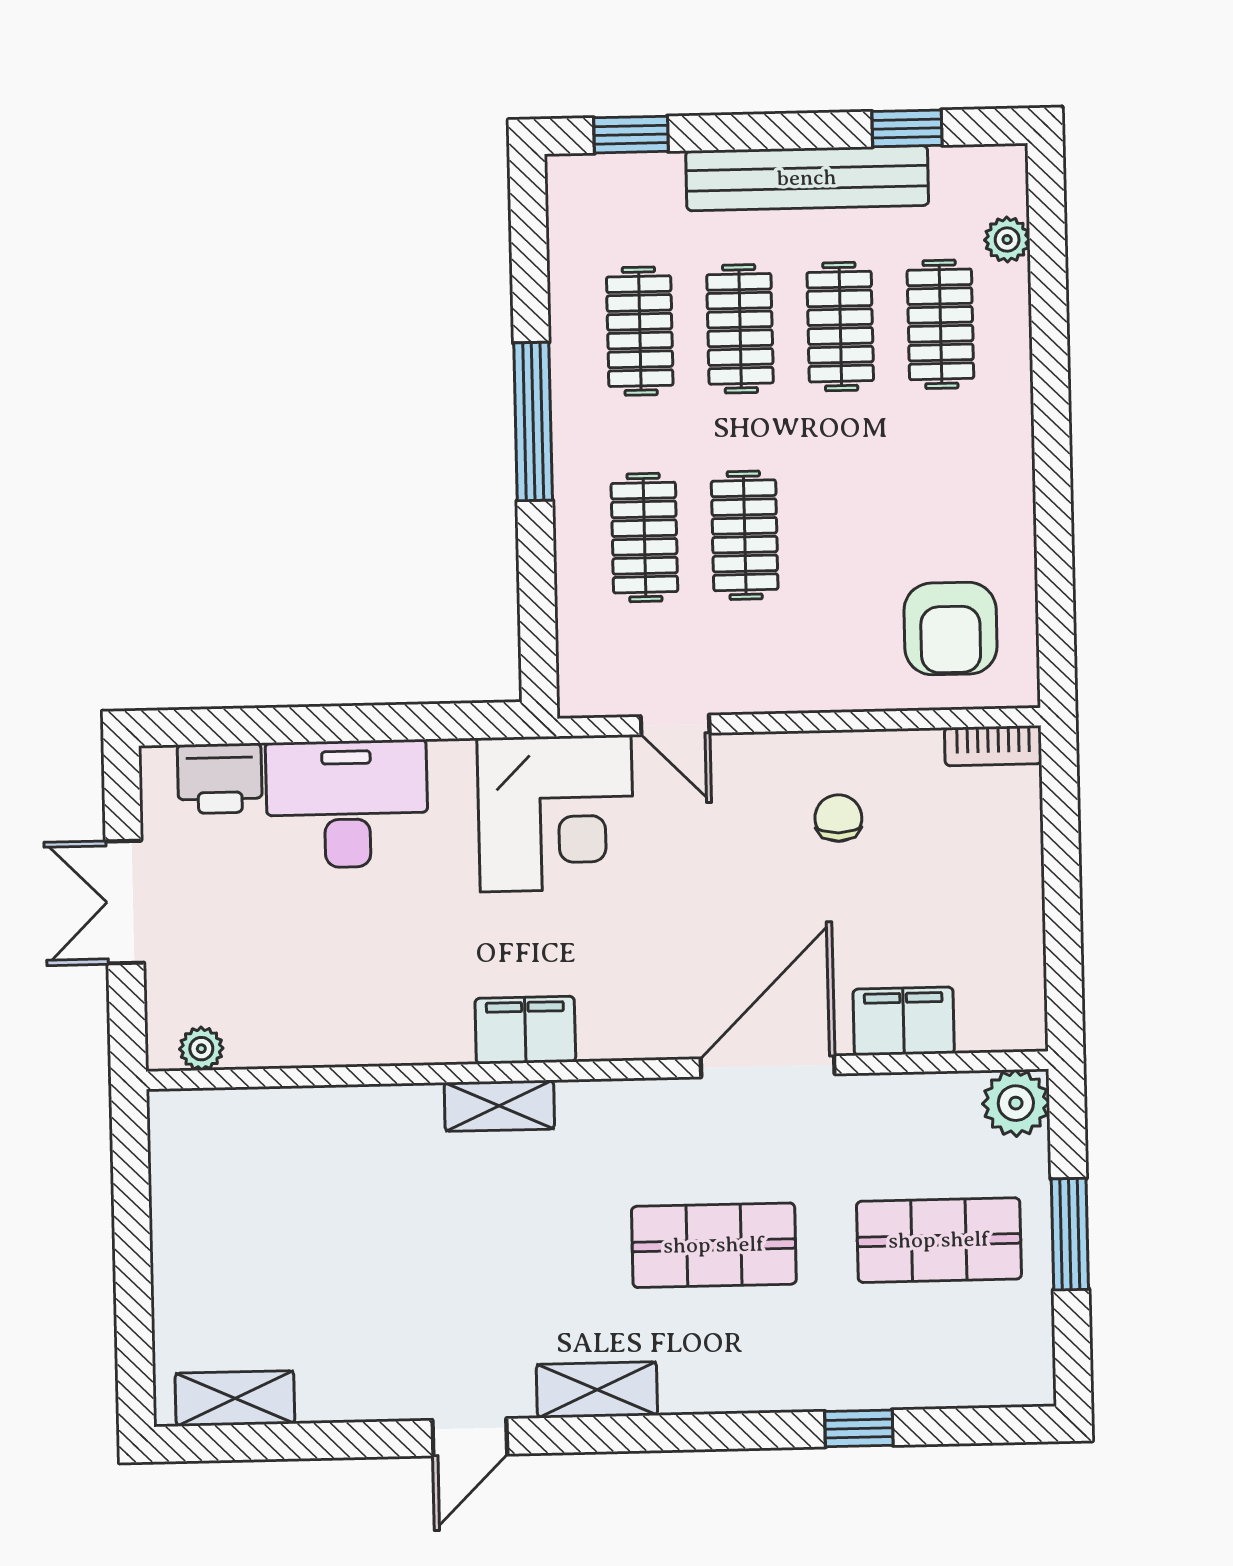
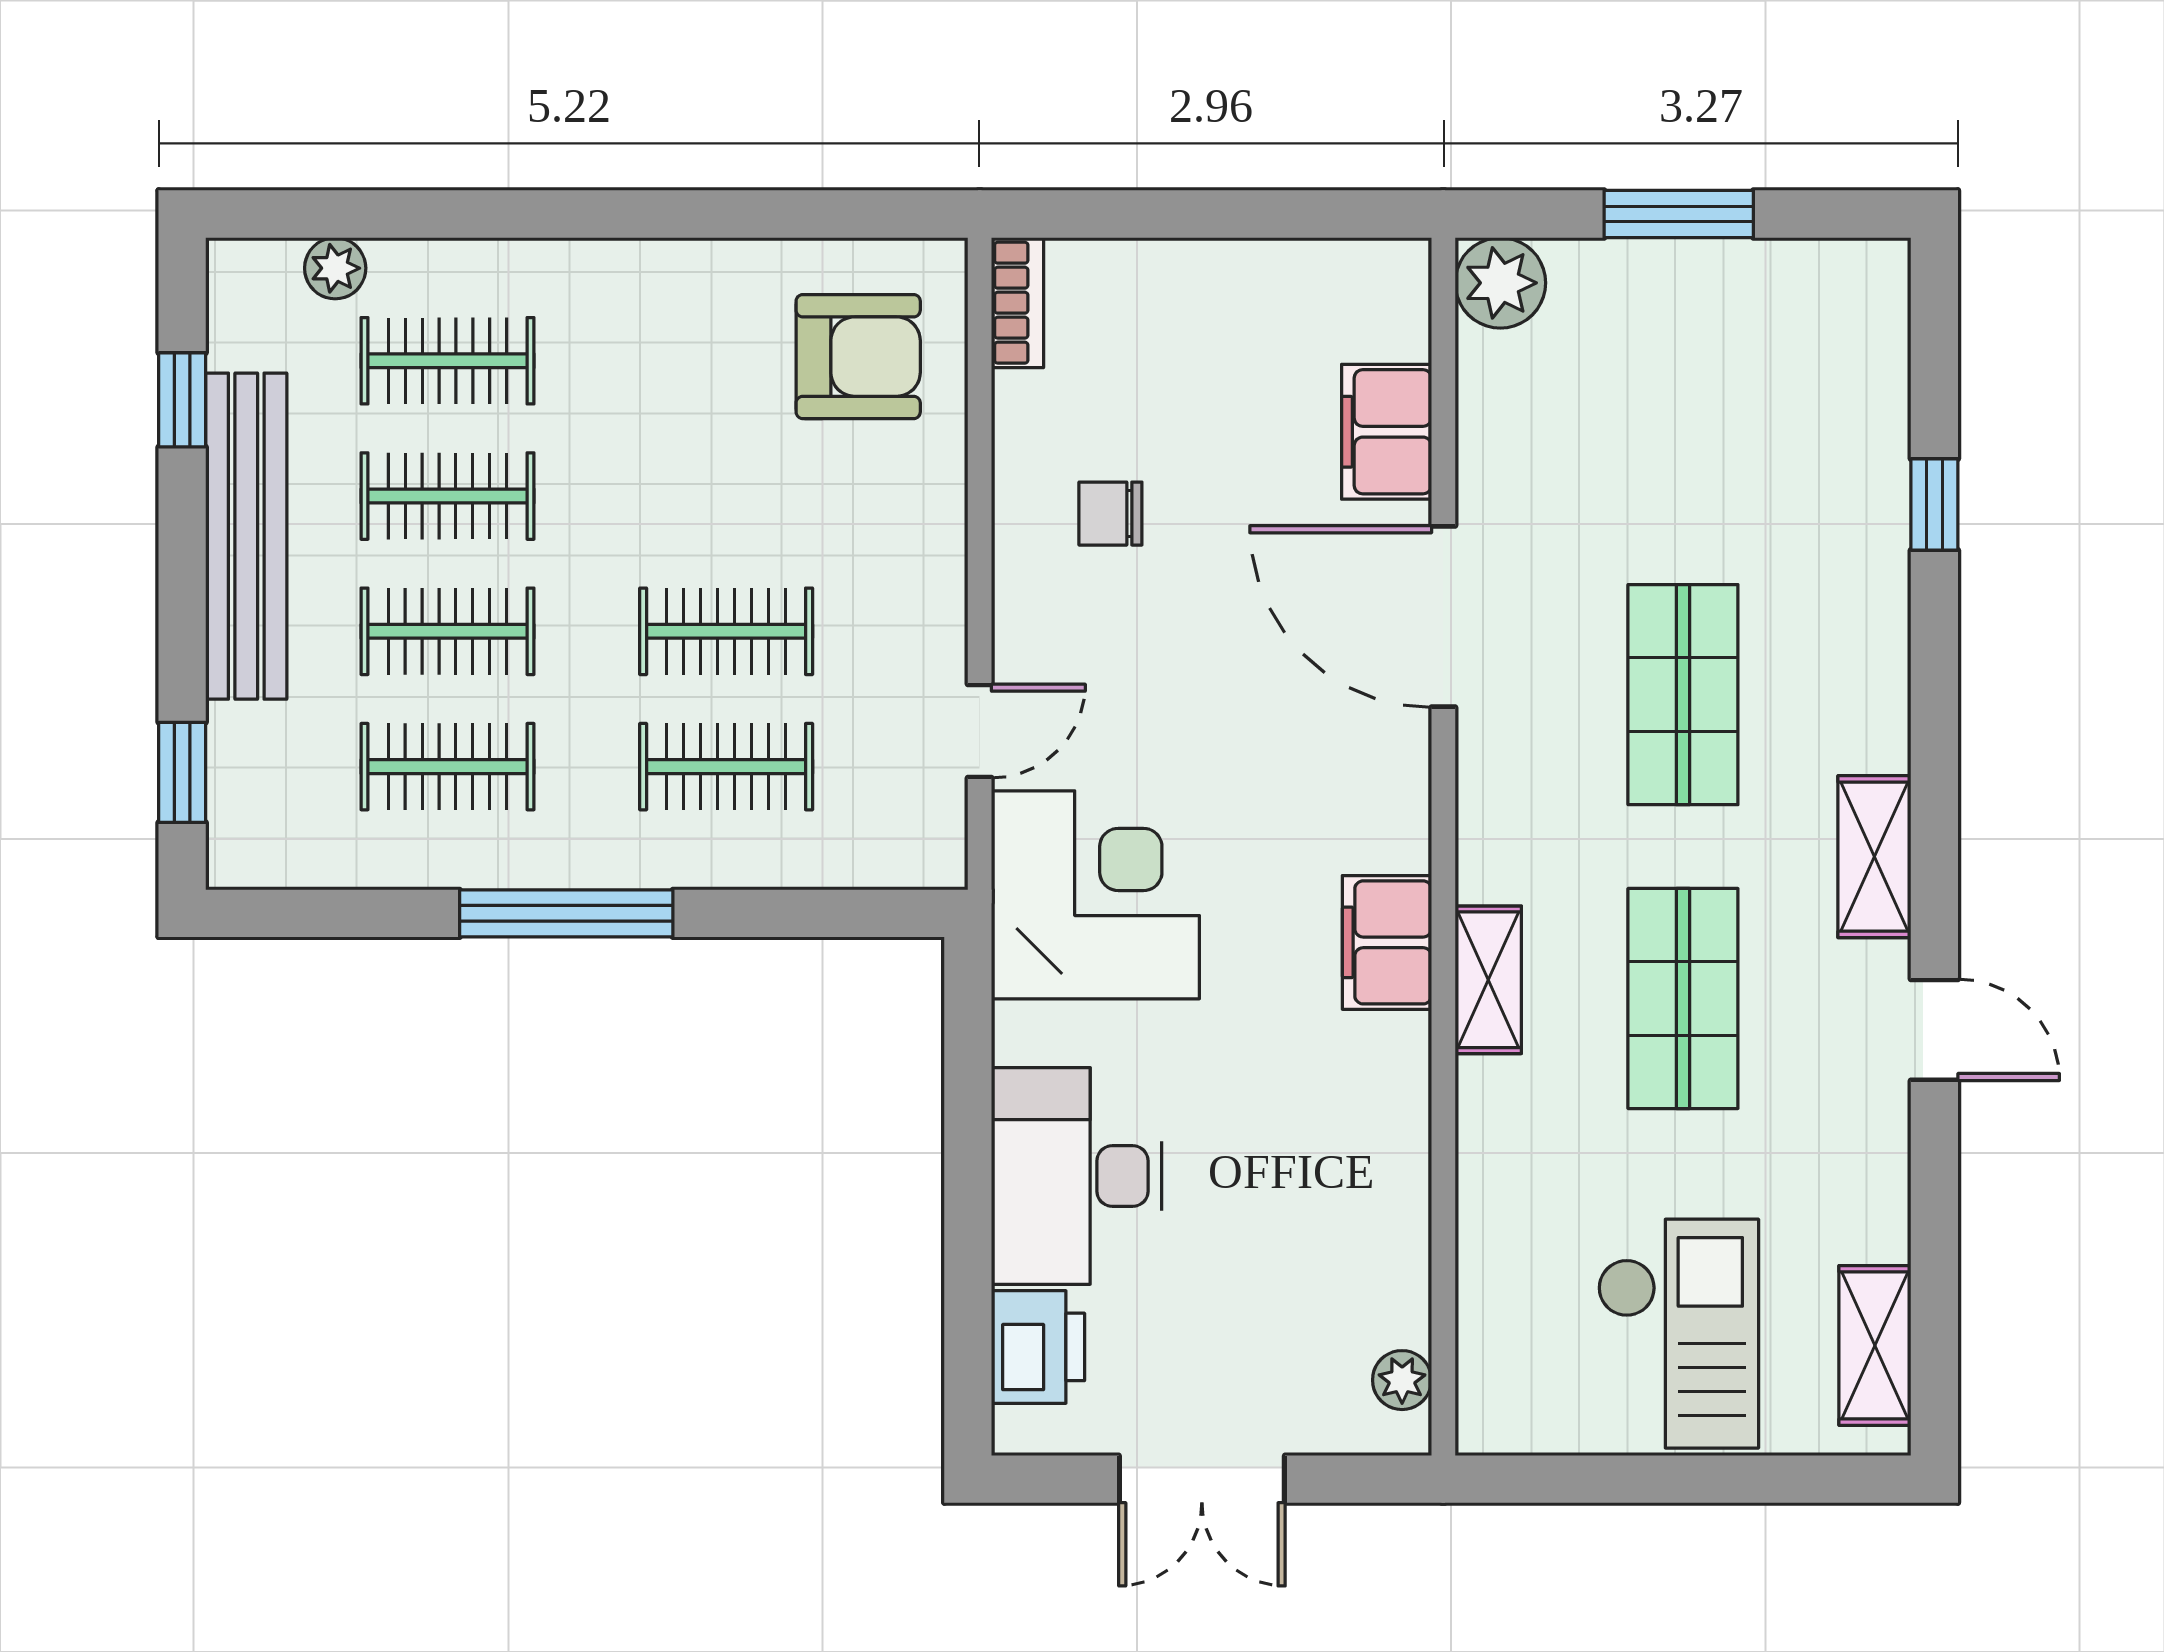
shop shelf: (939, 1240) -> (1683, 998), moved
checkout: (240, 1252) -> (1678, 1334), added

